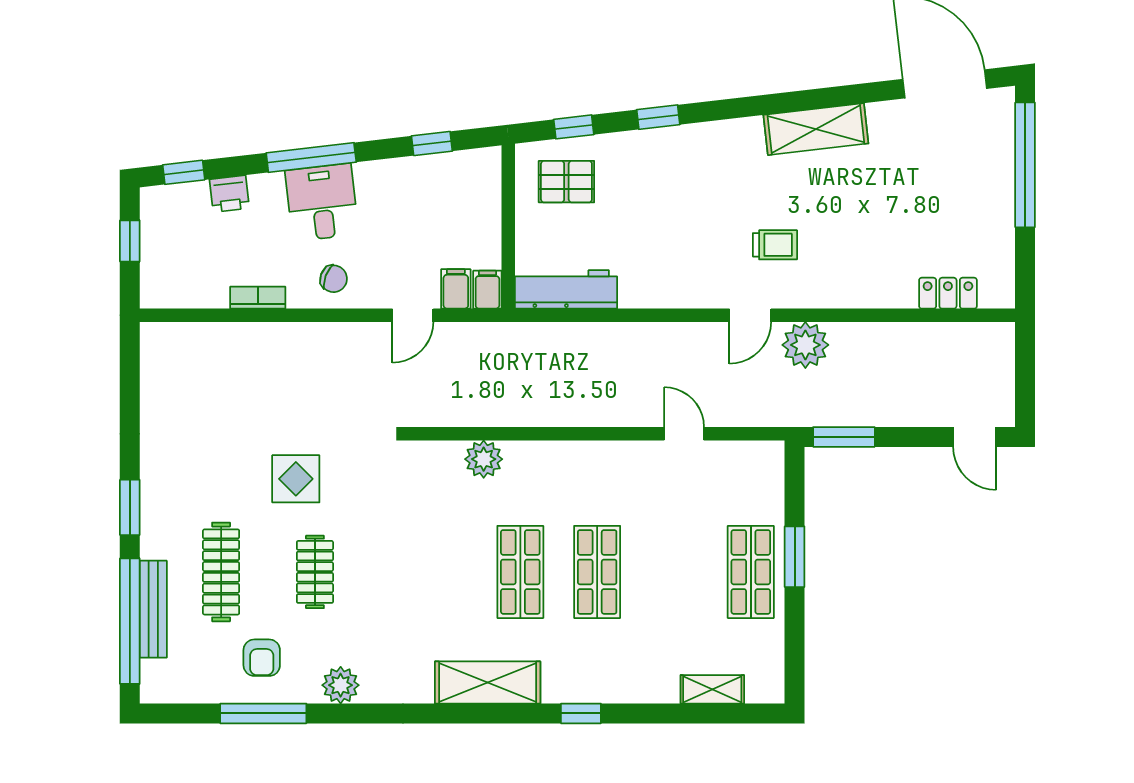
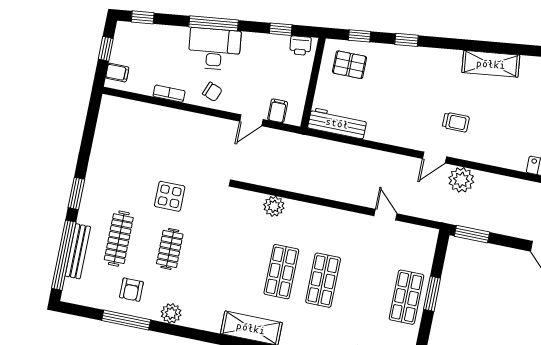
printer: (229, 194) -> (300, 46), moved
desk: (322, 202) -> (214, 49), width x1.37
filing cabinet: (487, 290) -> (117, 73), moved, turned 90

